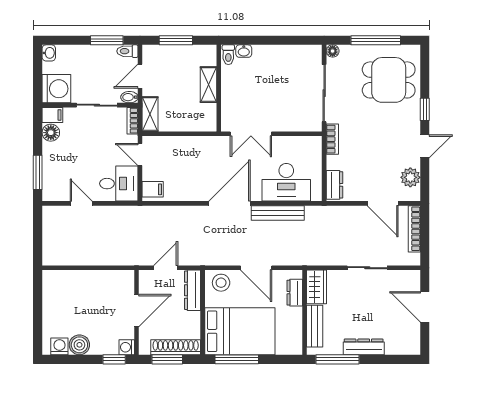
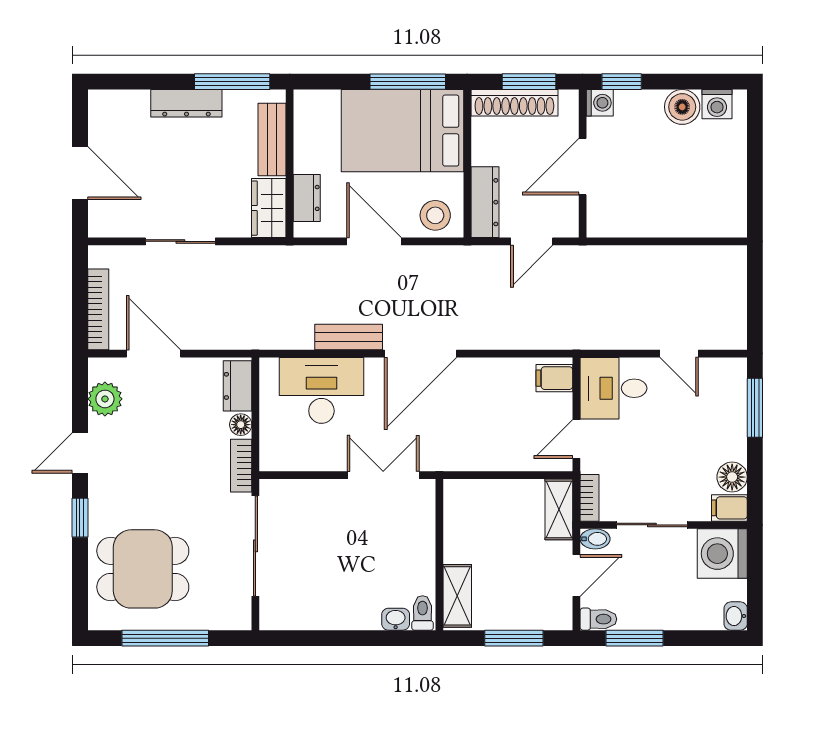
floor lamp: (333, 51) -> (241, 425), moved
shelving: (208, 85) -> (457, 596), moved
door: (140, 154) -> (576, 439), swing flipped
bench: (278, 213) -> (349, 337), width x0.73

